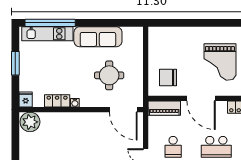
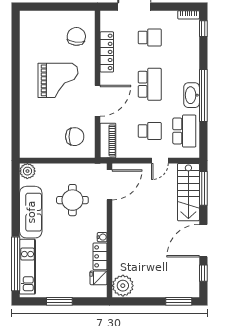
plant: (136, 34) -> (27, 171), added
chair: (168, 77) -> (75, 137), turned -90
fridge: (26, 99) -> (99, 278), moved

